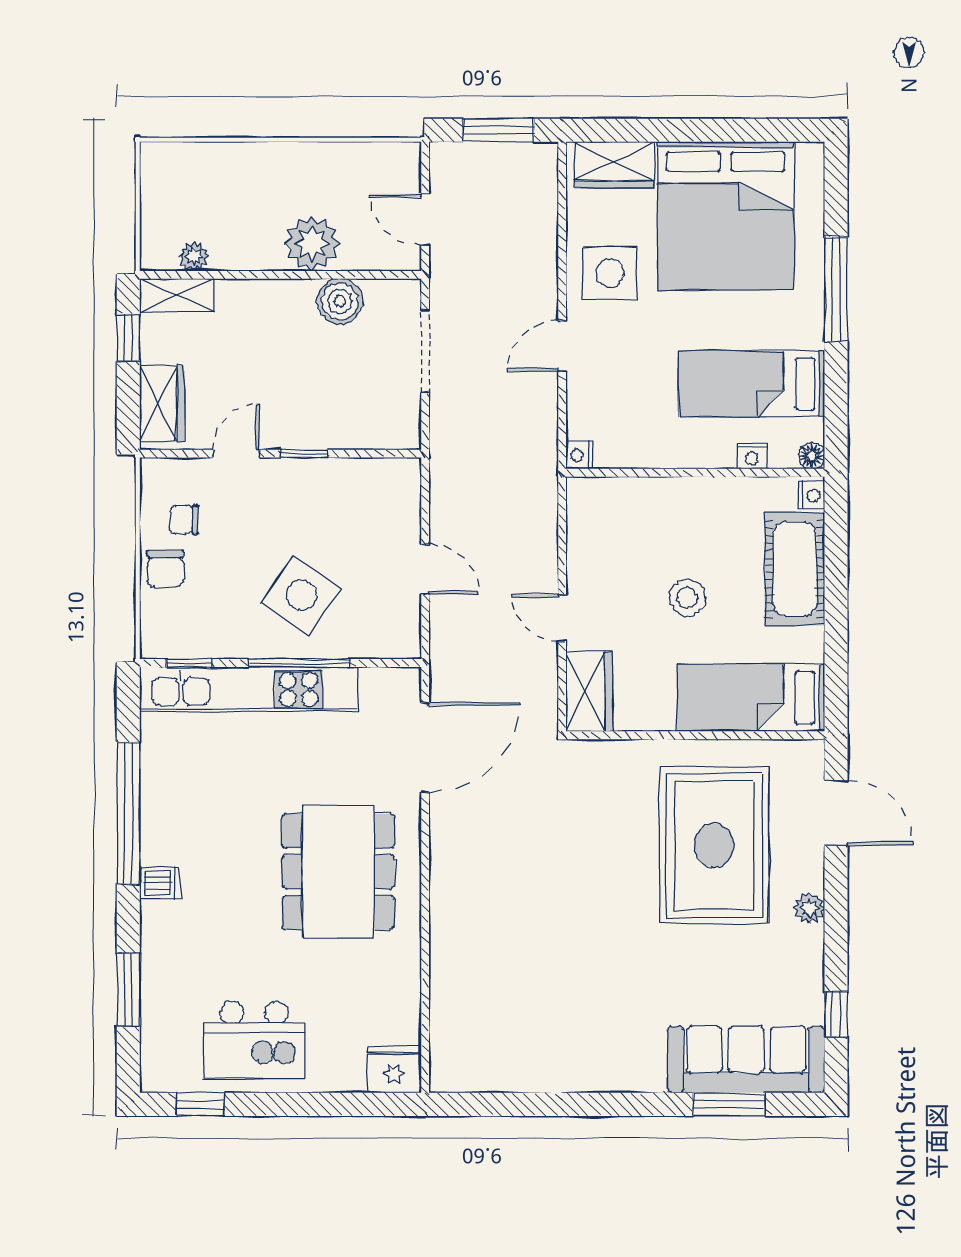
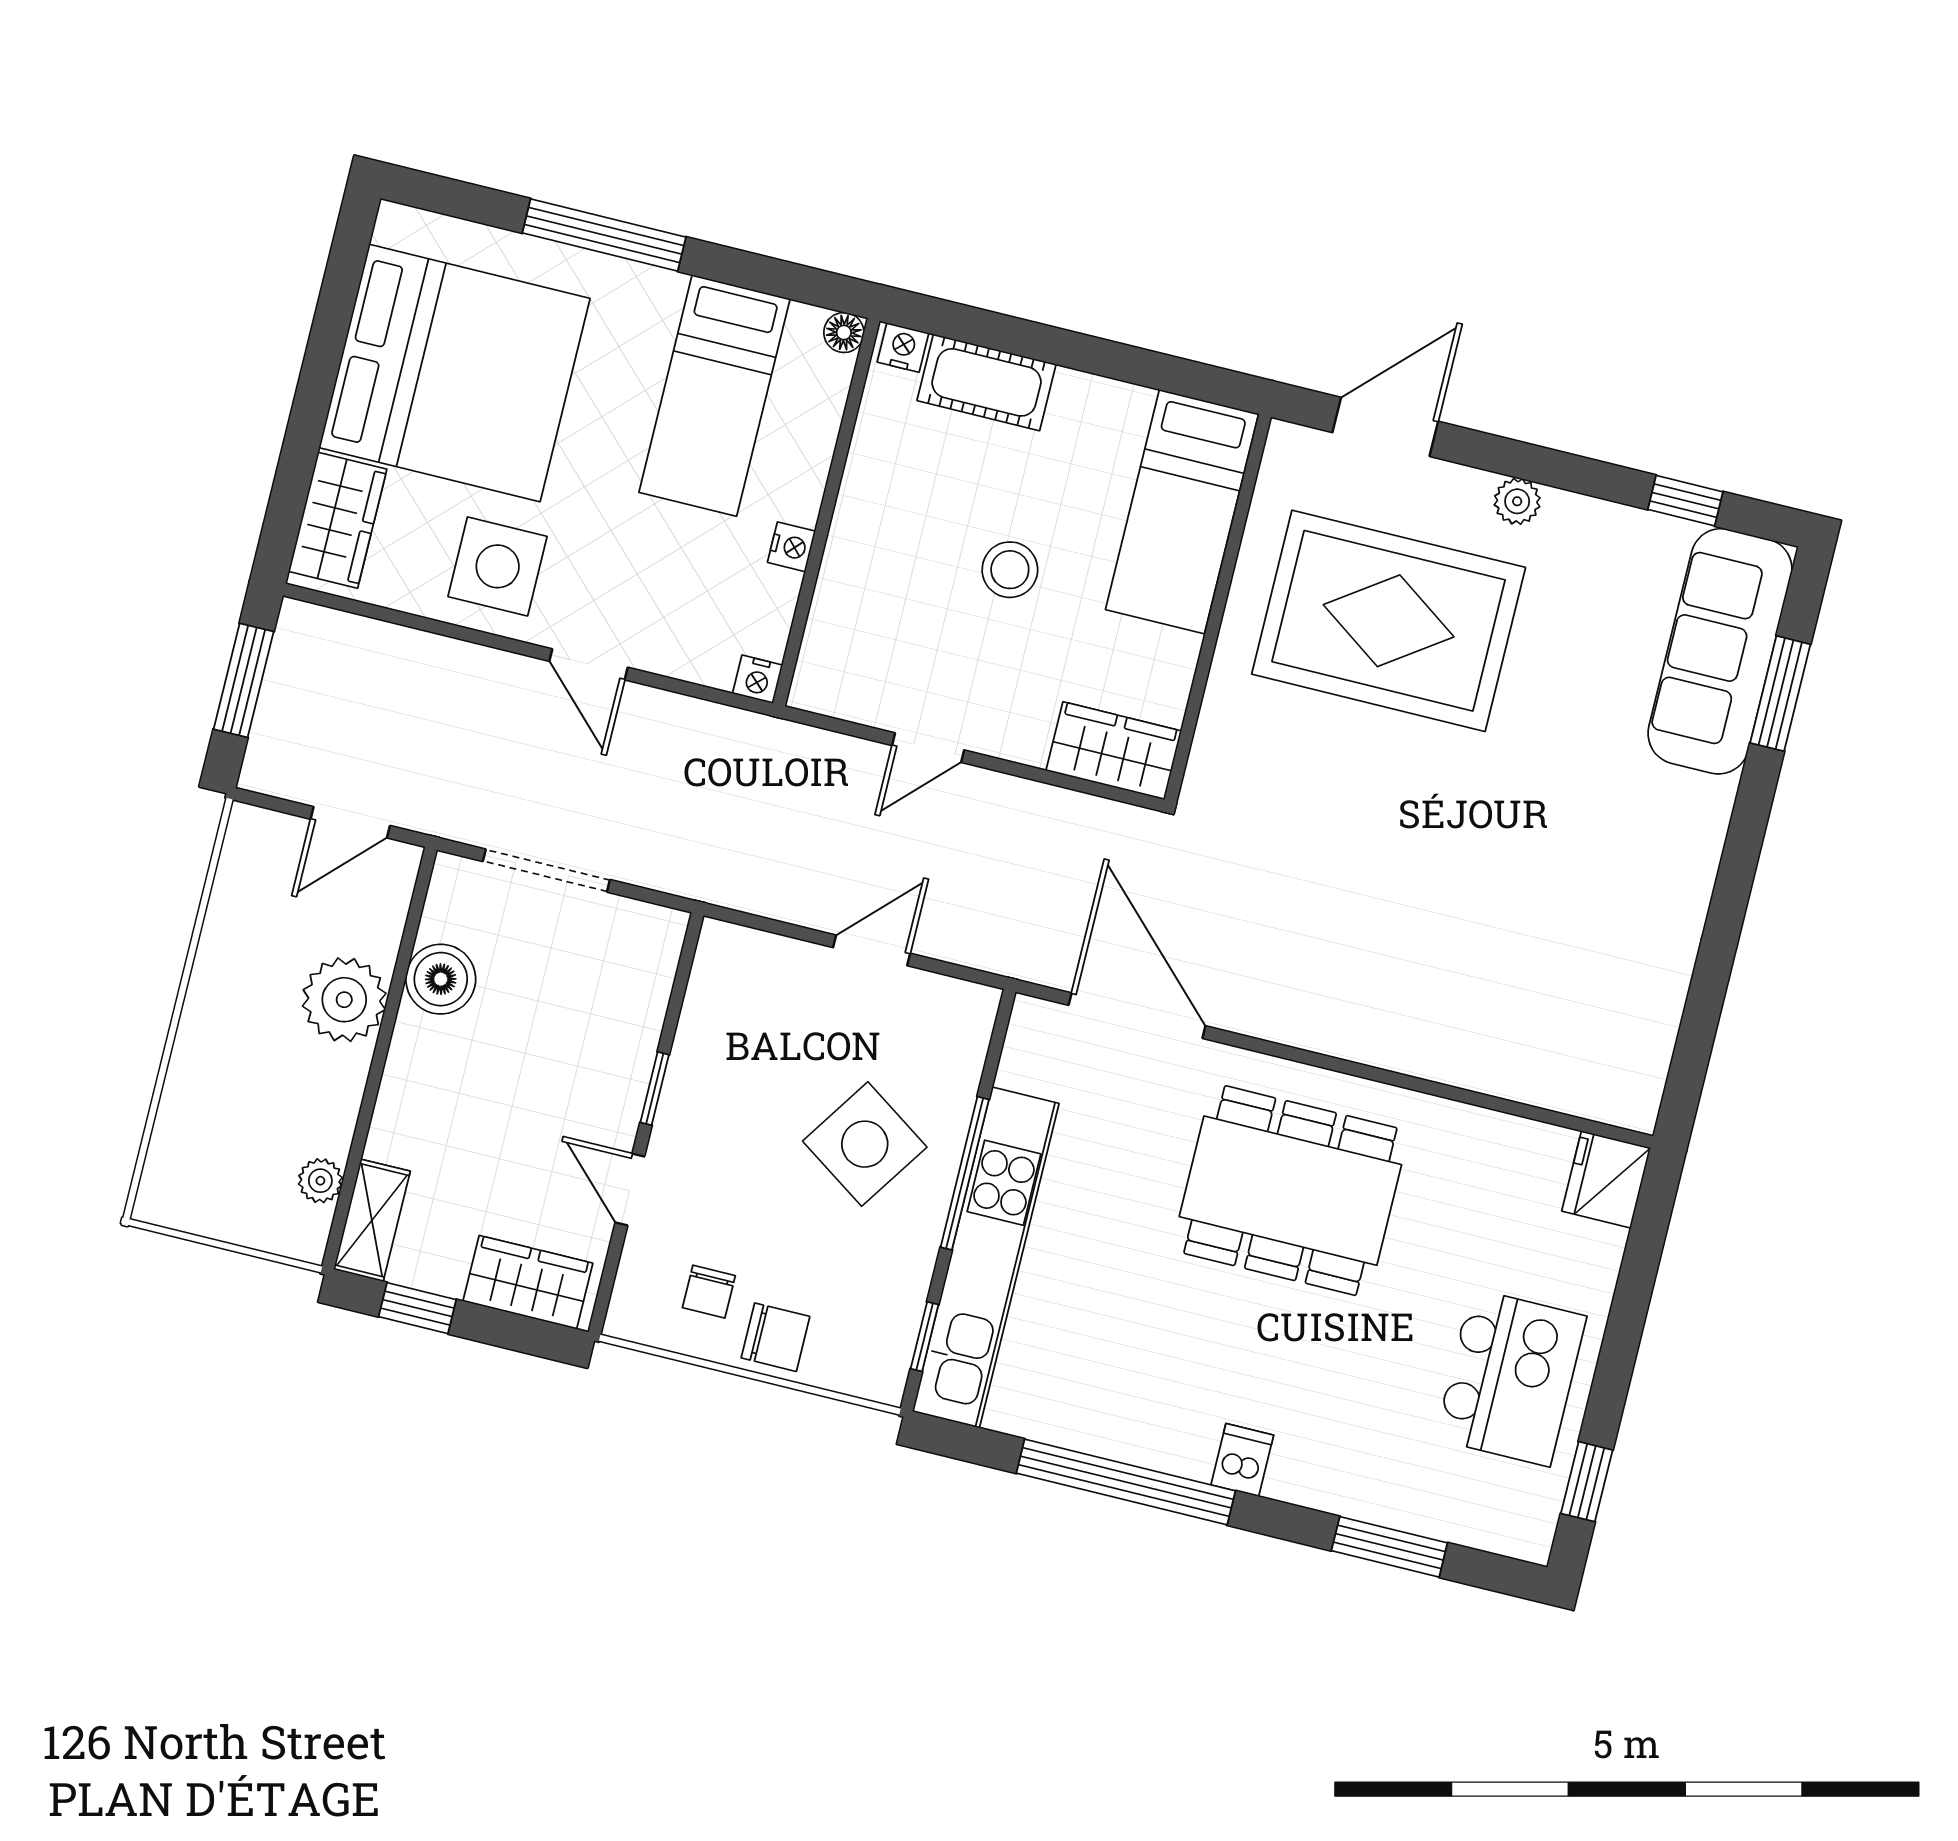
nightstand: (752, 456) -> (792, 547), moved
cot: (795, 569) -> (987, 382), width x0.73, depth x0.75
door: (562, 618) -> (928, 748), moved

